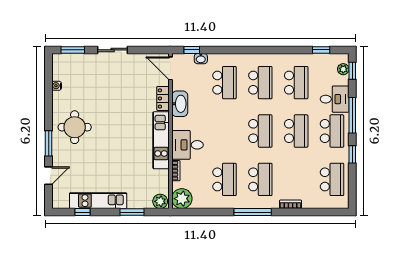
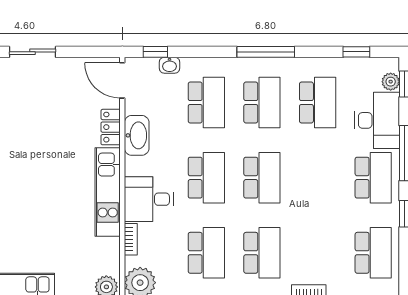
window: (263, 50) -> (266, 52), added
desk: (335, 99) -> (377, 120), width x1.37
school desk: (296, 131) -> (206, 178), moved

